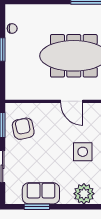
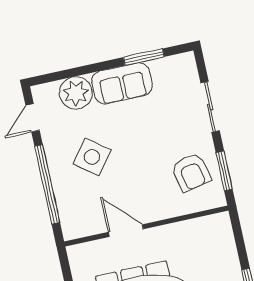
side table: (83, 152) -> (92, 157), turned 37
sofa: (41, 193) -> (122, 83), moved

